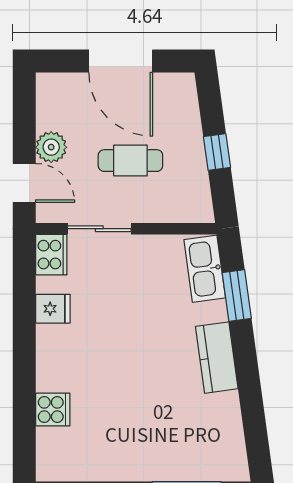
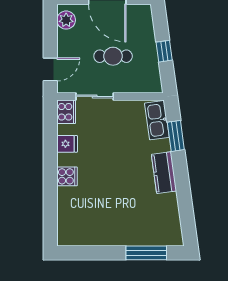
plant: (51, 147) -> (66, 20), moved
door: (24, 183) -> (50, 69), hinge flipped
cooker: (53, 410) -> (67, 176), moved

